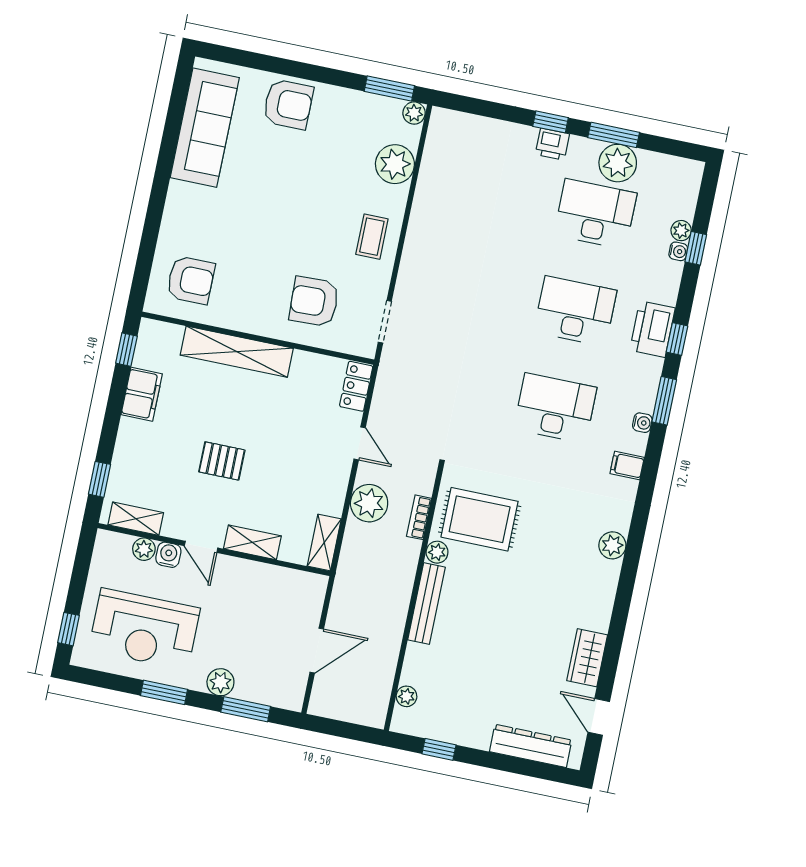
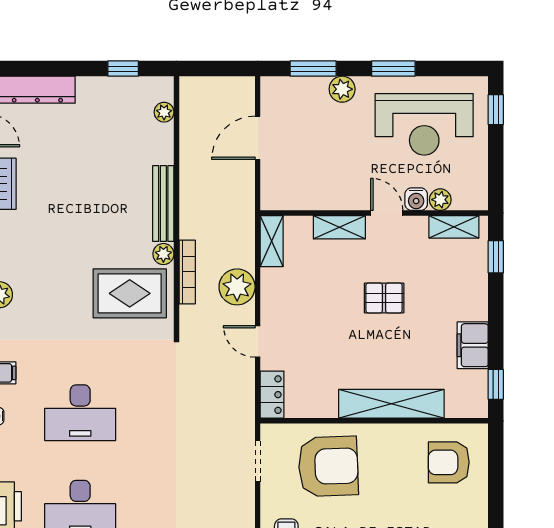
armchair: (314, 301) -> (328, 466), width x1.36, depth x1.36
bookcase: (419, 517) -> (187, 272), width x1.56
reception desk: (144, 629) -> (424, 124), turned 180

